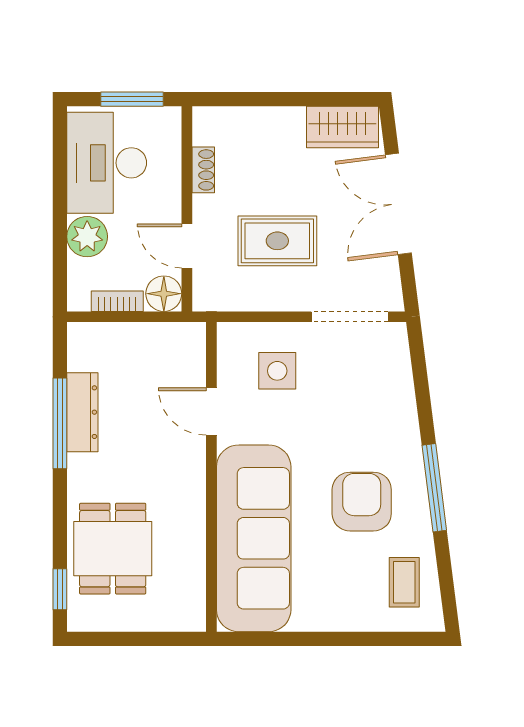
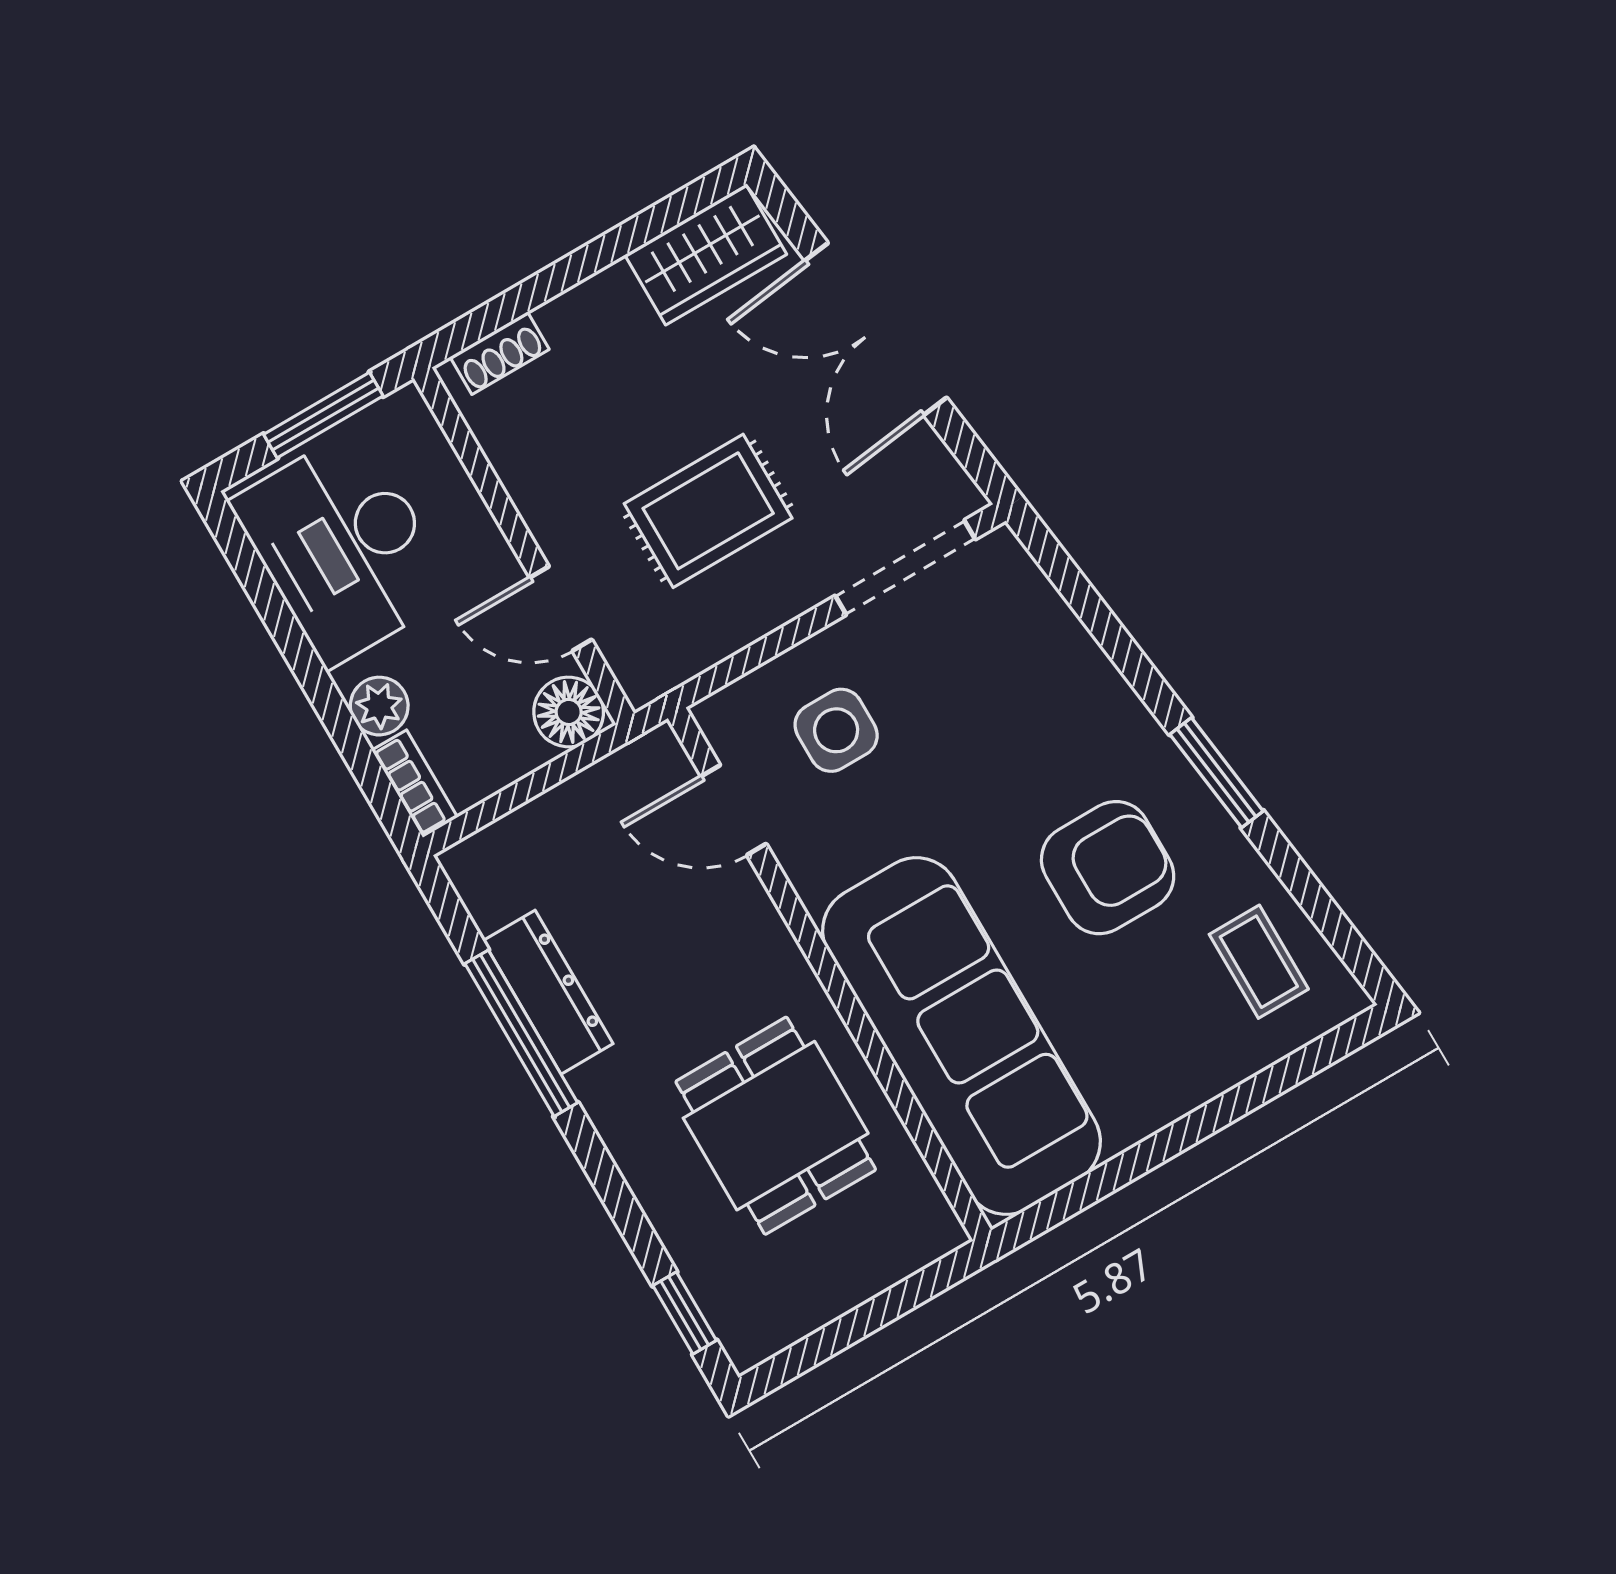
shoe rack: (203, 170) -> (500, 353), moved, turned 90
plant: (87, 237) -> (379, 706), width x0.73, depth x0.73
bookcase: (117, 301) -> (415, 784), moved, turned 90
door: (211, 411) -> (734, 810), moved
window: (434, 488) -> (1217, 773), width x0.69
armchair: (362, 502) -> (1108, 868), turned 90
dining table: (113, 549) -> (776, 1126), moved

